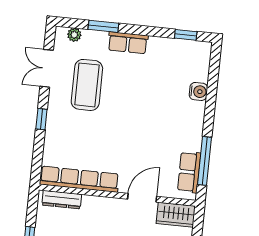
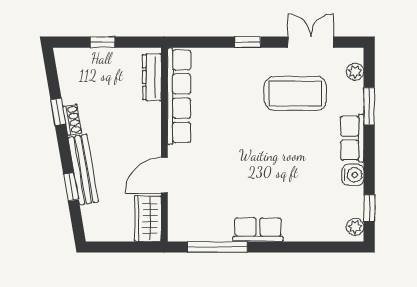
plant: (200, 48) -> (355, 227), added
water cooler: (198, 91) -> (353, 175), moved, turned -90
row of seats: (189, 172) -> (258, 230), moved
door: (142, 198) -> (164, 175), swing flipped

